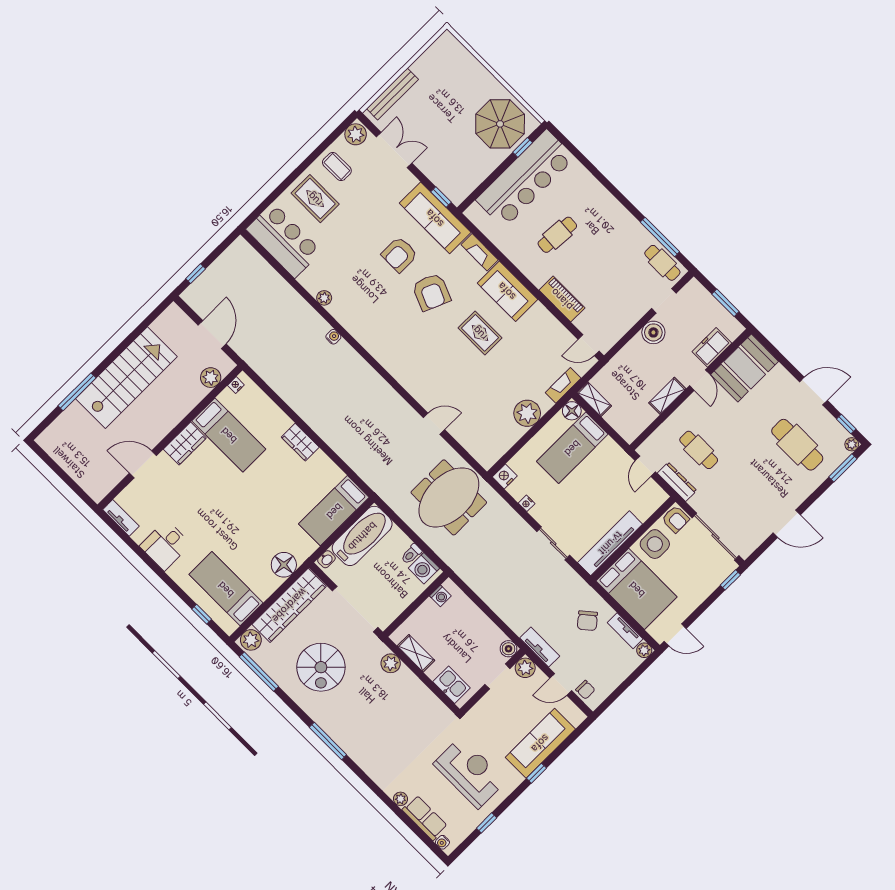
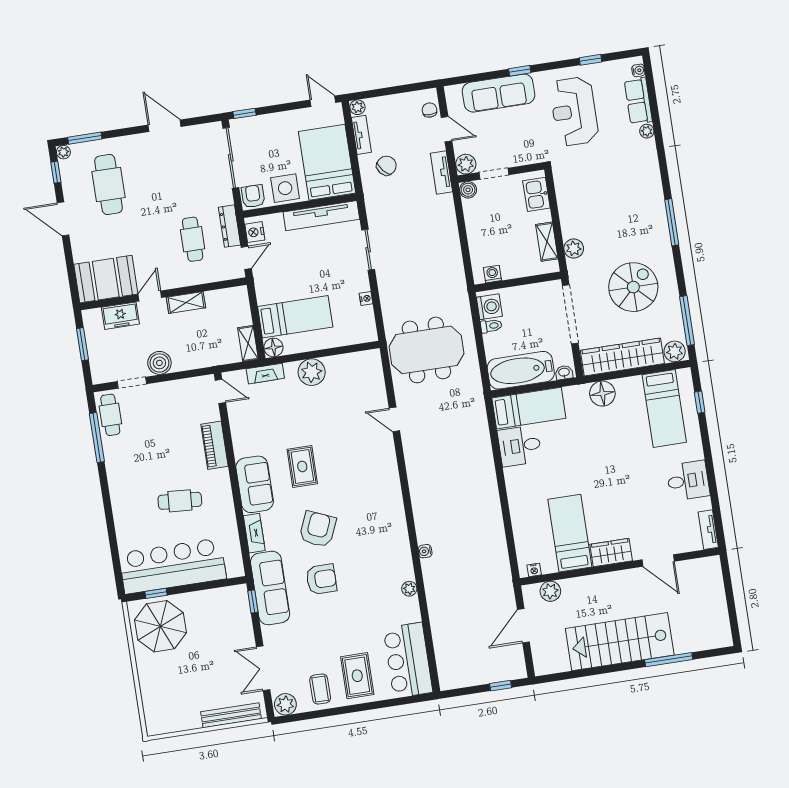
wardrobe: (300, 442) -> (515, 484), removed
desk: (319, 475) -> (520, 446), added
nightstand: (505, 476) -> (255, 232), moved, turned 90

